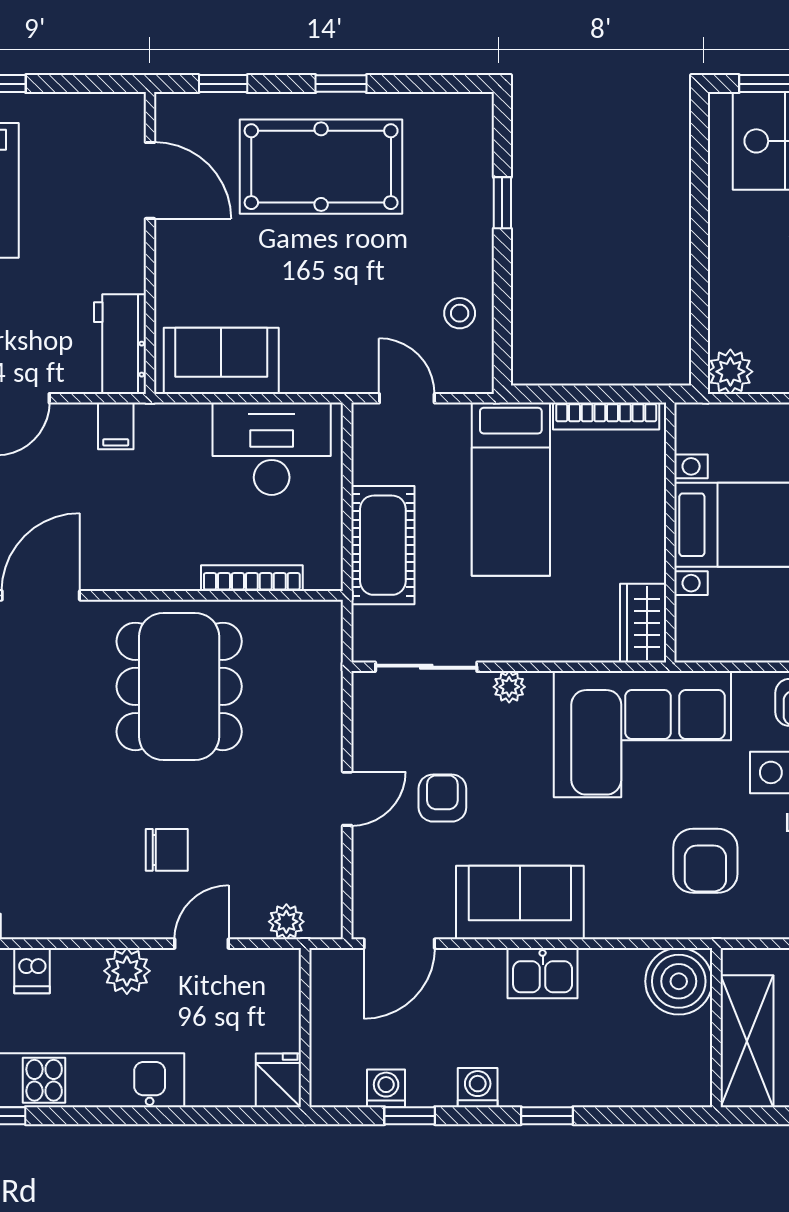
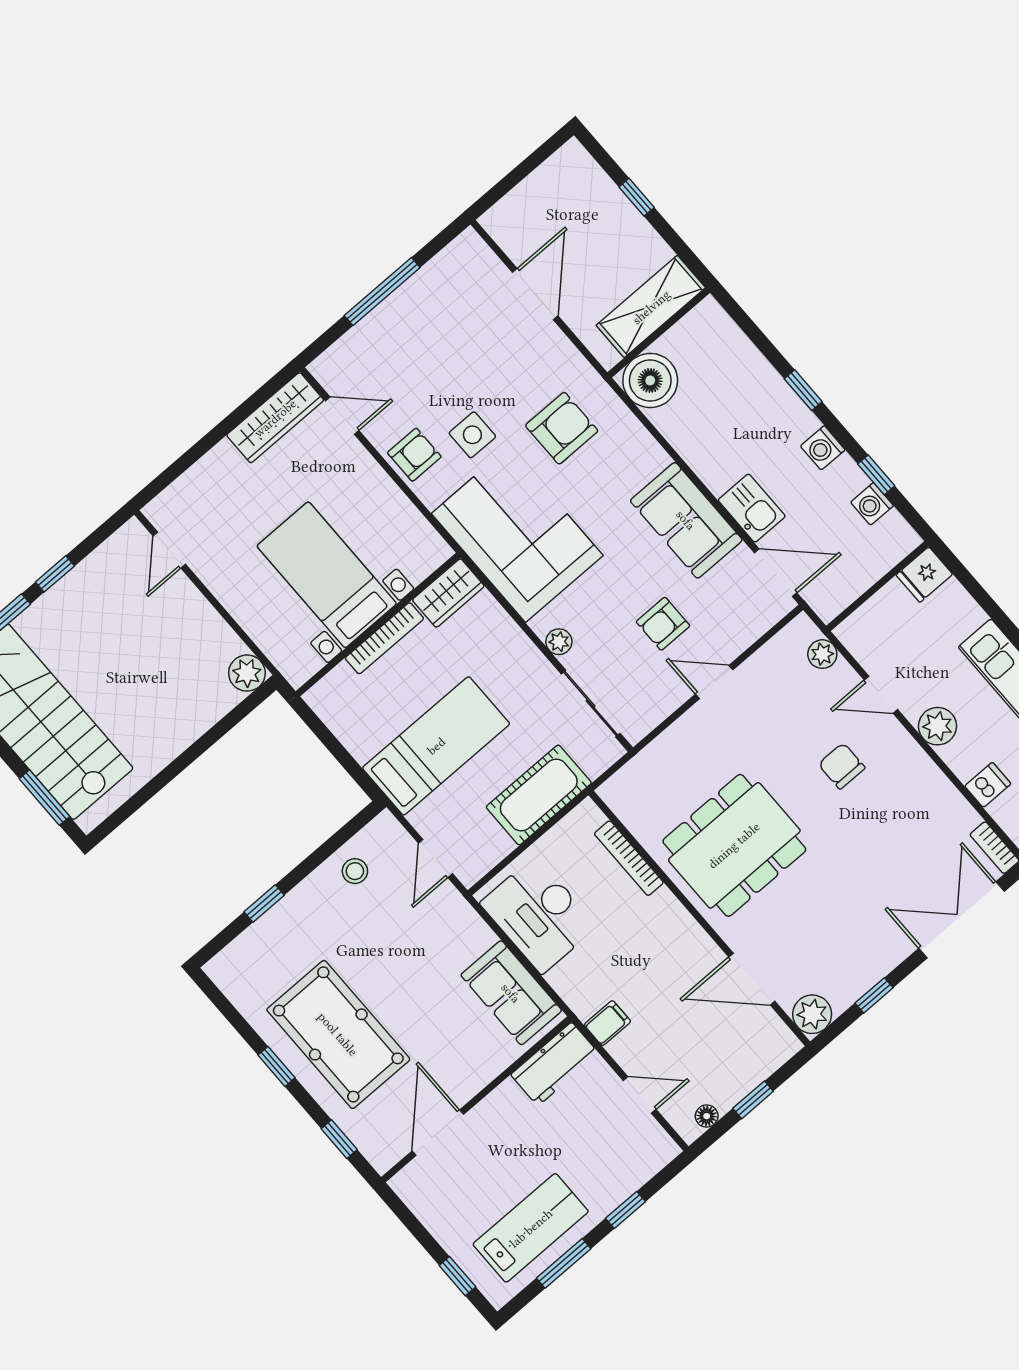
bookcase: (606, 416) -> (384, 638), moved, turned 90
kitchen sink: (543, 973) -> (752, 508), moved

